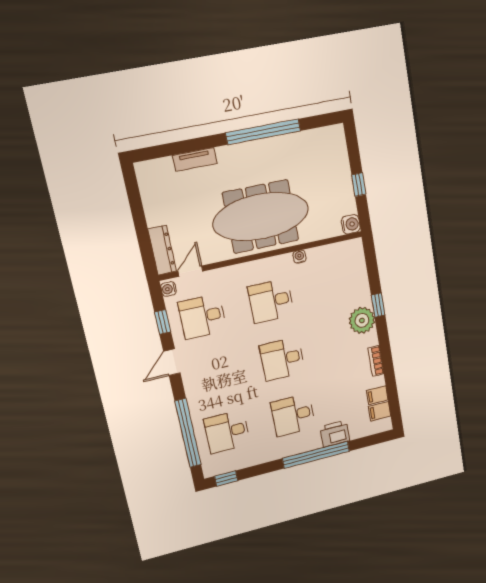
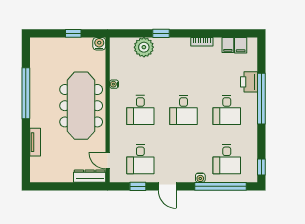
water cooler: (169, 289) -> (200, 178), moved
plant: (362, 320) -> (144, 47), moved

